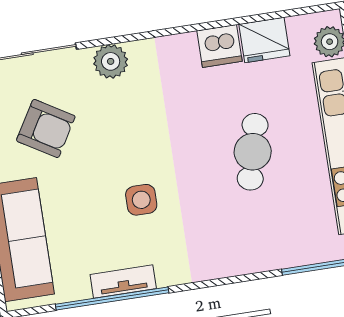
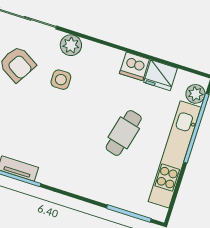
side table: (141, 200) -> (61, 80), moved

